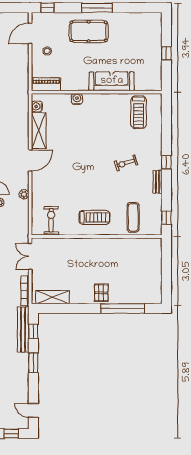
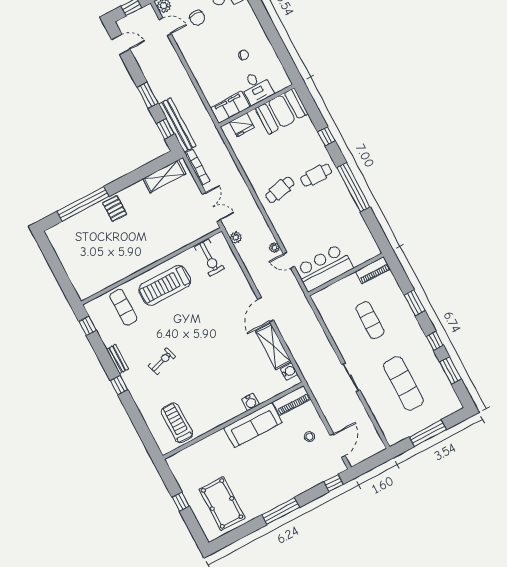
pool table: (89, 31) -> (222, 504), moved, turned 90
sofa: (112, 81) -> (253, 425), moved
plant: (24, 194) -> (236, 238), moved
treadmill: (94, 217) -> (165, 285), width x1.37, depth x1.38

